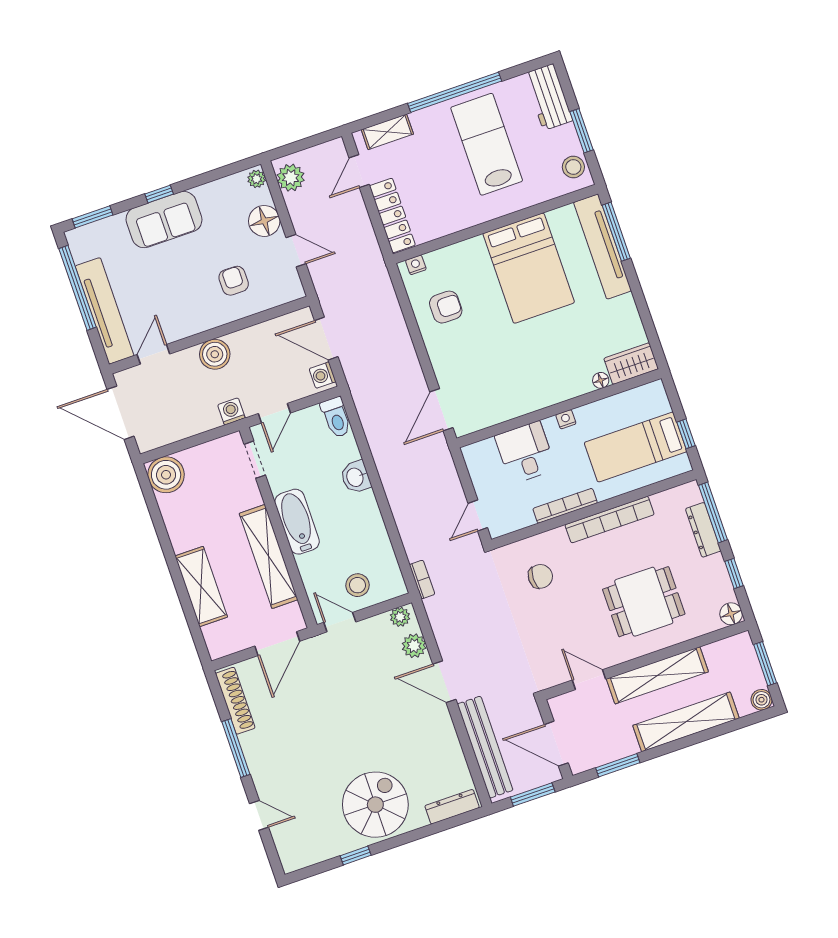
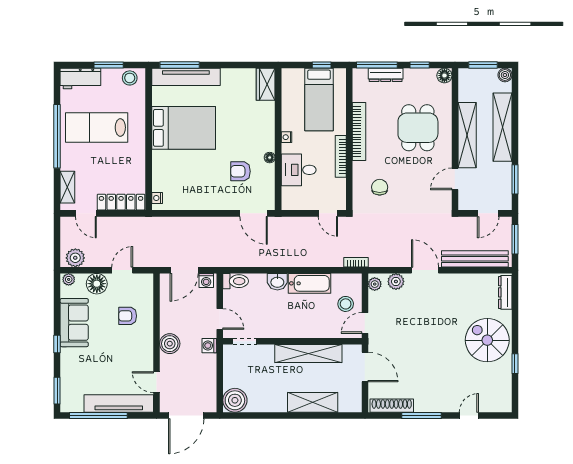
sofa: (164, 220) -> (74, 323), moved
armchair: (446, 307) -> (241, 171), moved, turned -90
floor lamp: (601, 380) -> (270, 158), moved
bathtub: (297, 522) -> (310, 283), moved, turned 180
door: (444, 682) -> (425, 270), swing flipped
door: (556, 744) -> (488, 213), width x0.73

